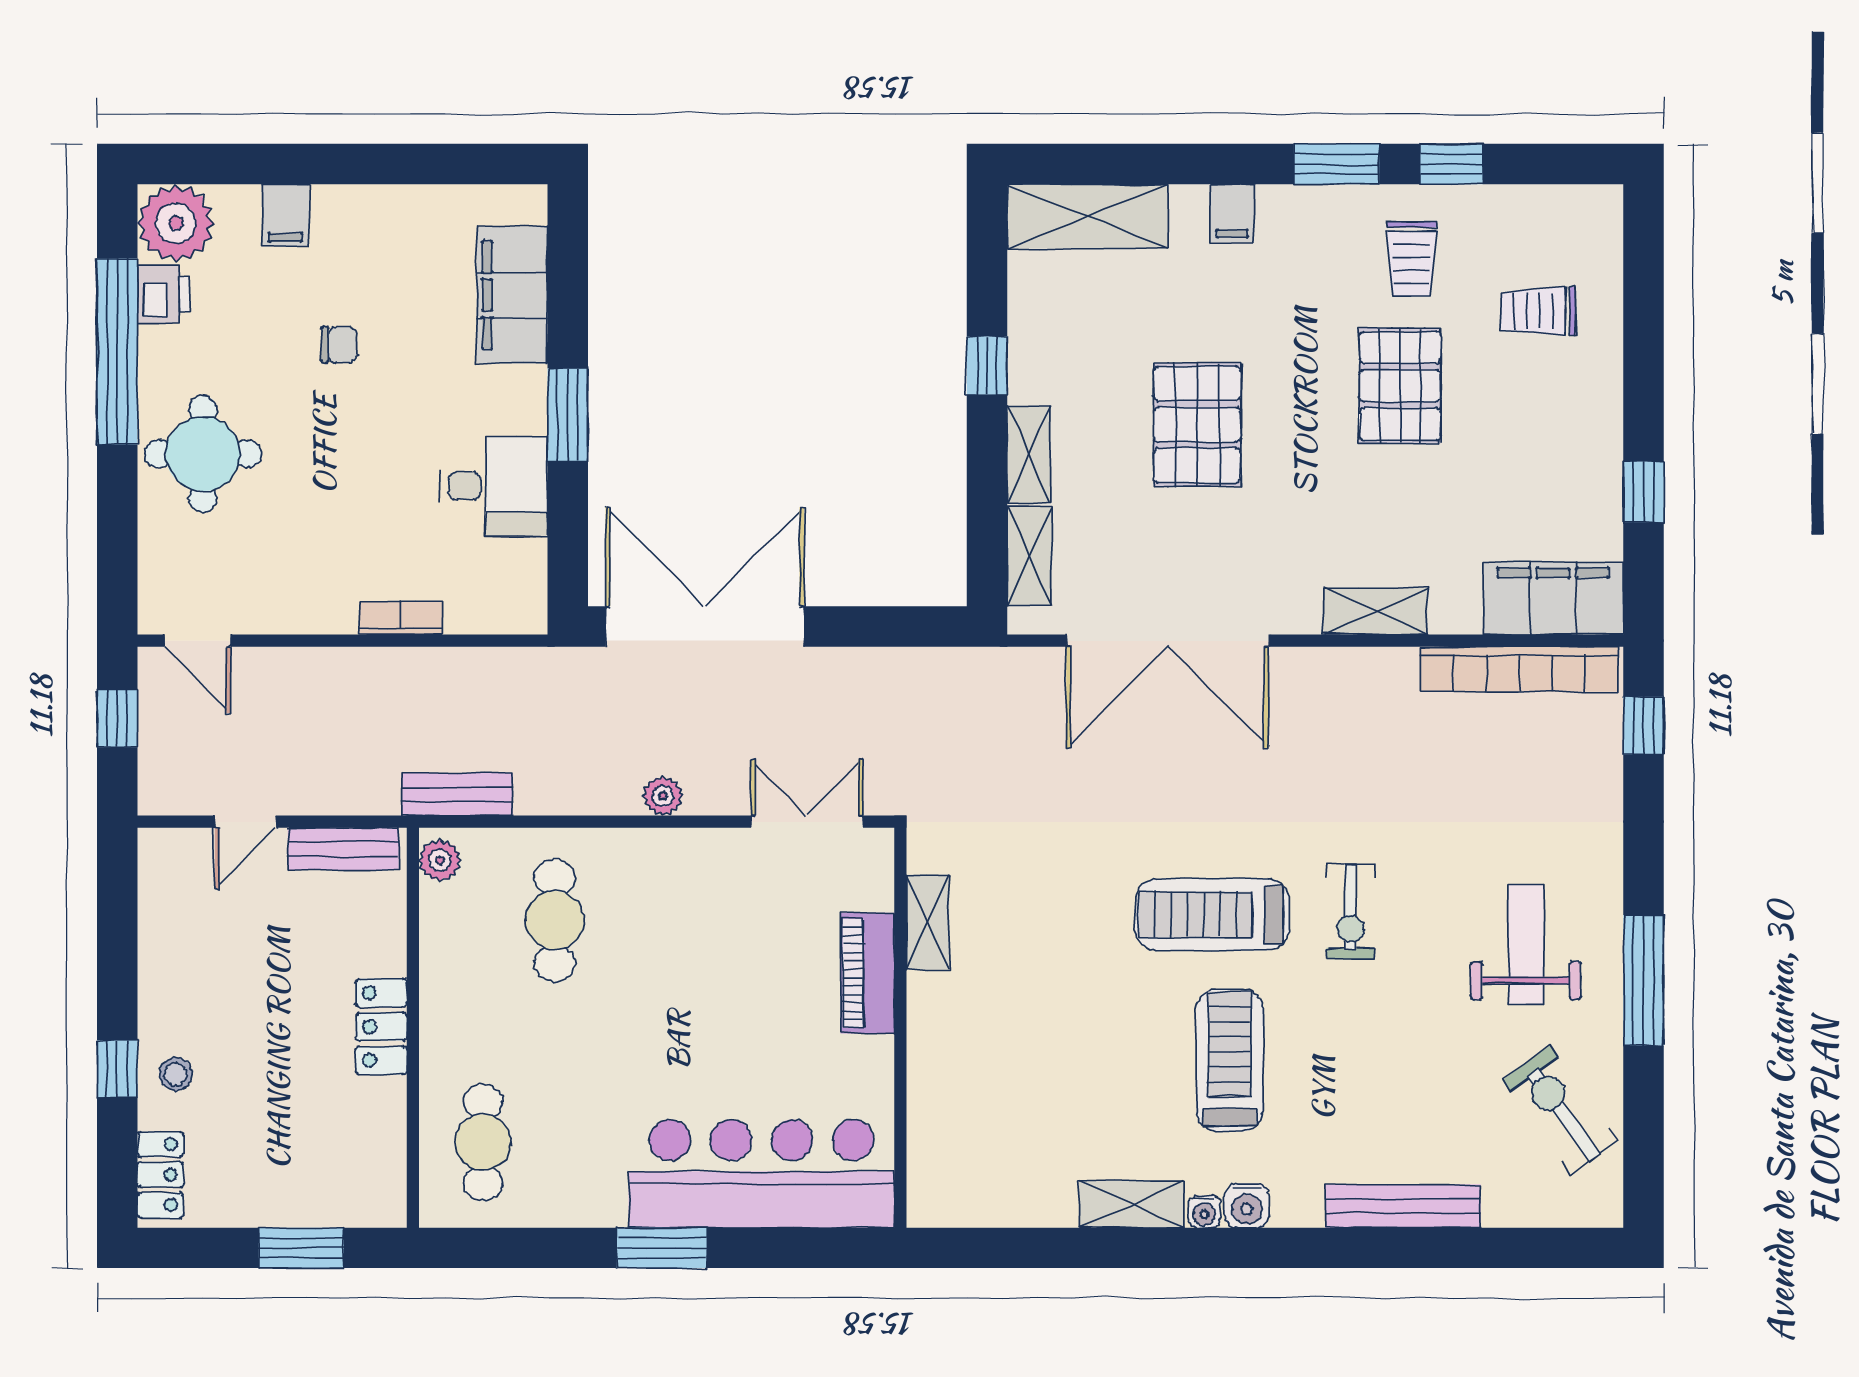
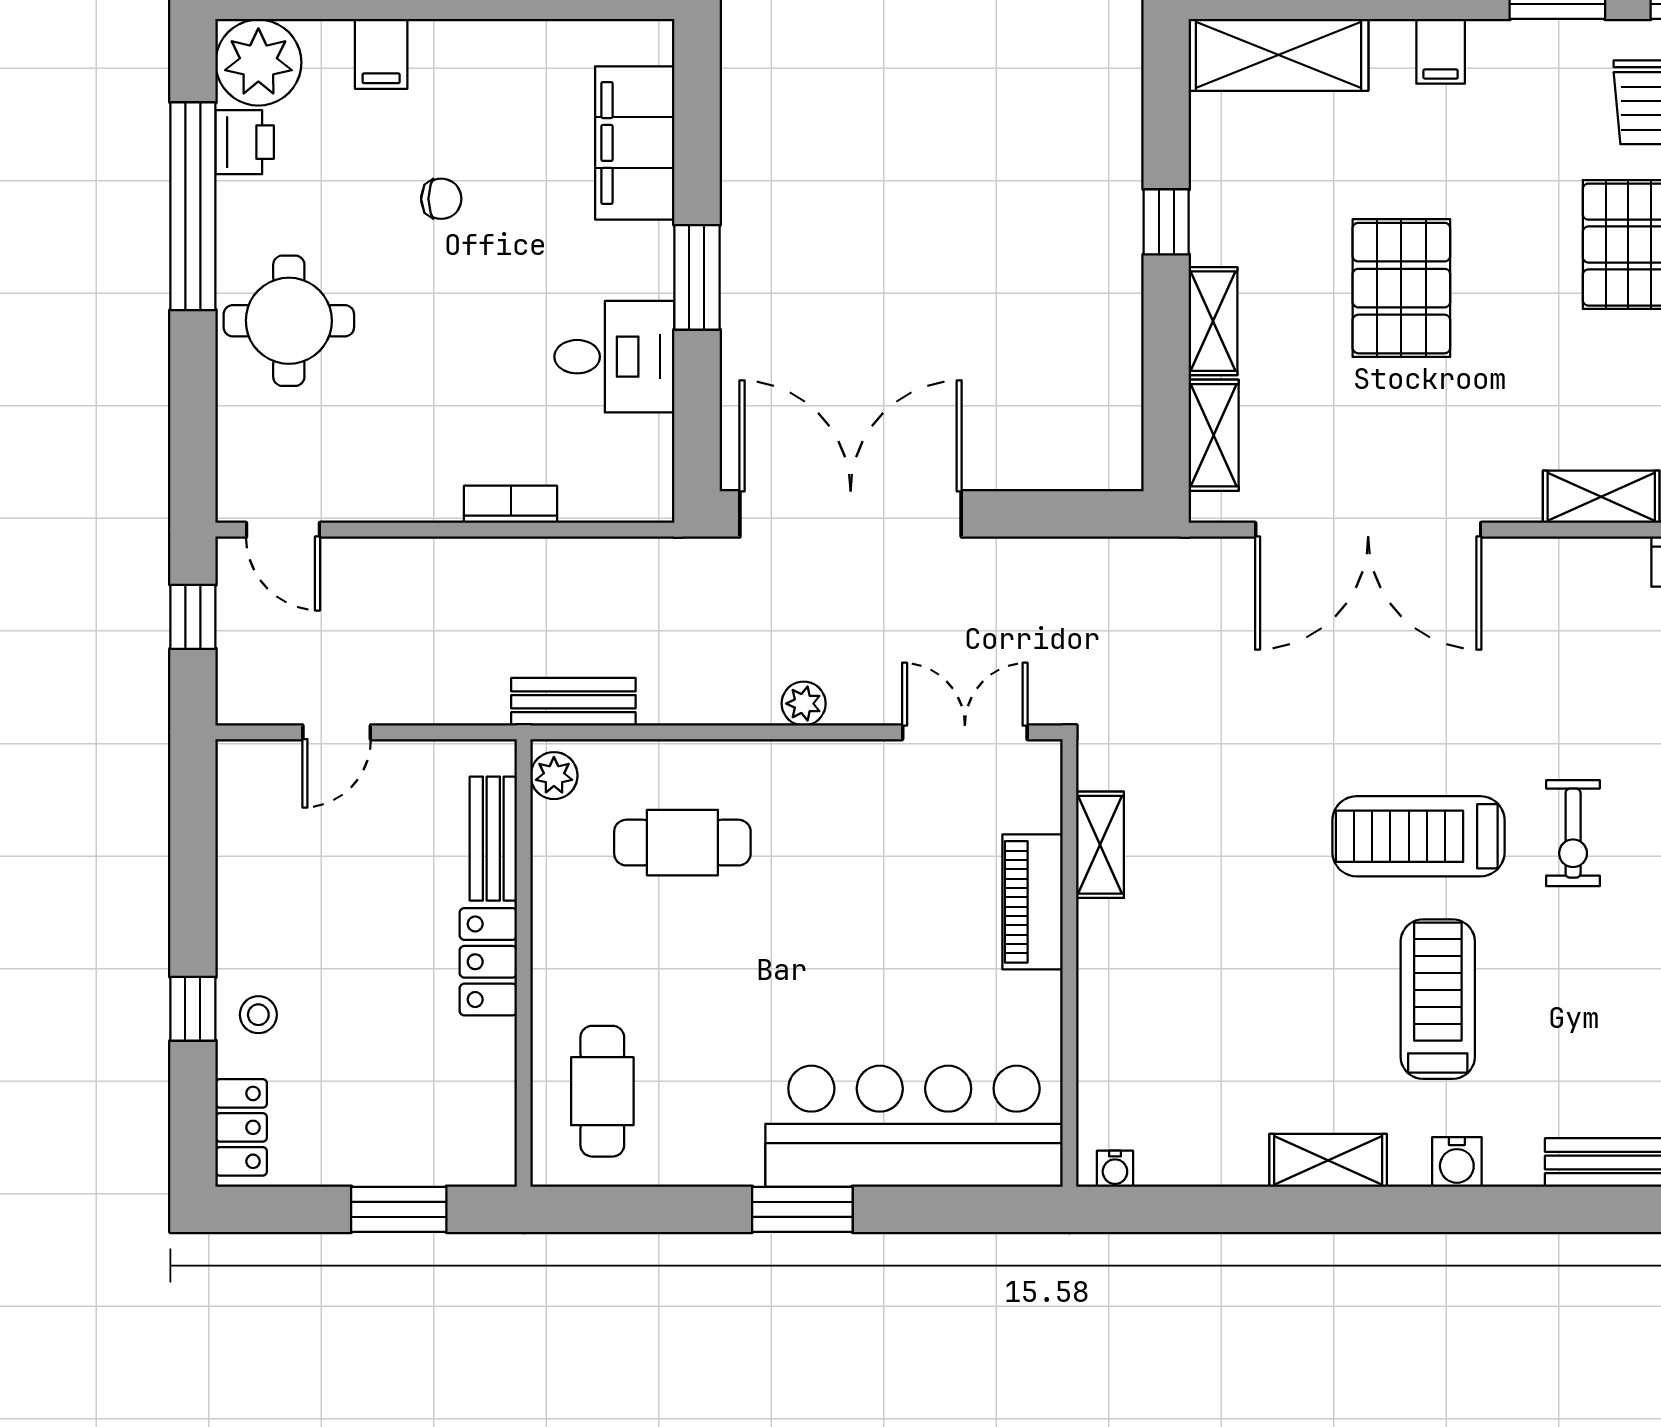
bench: (343, 849) -> (493, 839), moved, turned 90
cafe table: (555, 920) -> (682, 843), turned 90
water cooler: (1204, 1212) -> (1115, 1169), moved

